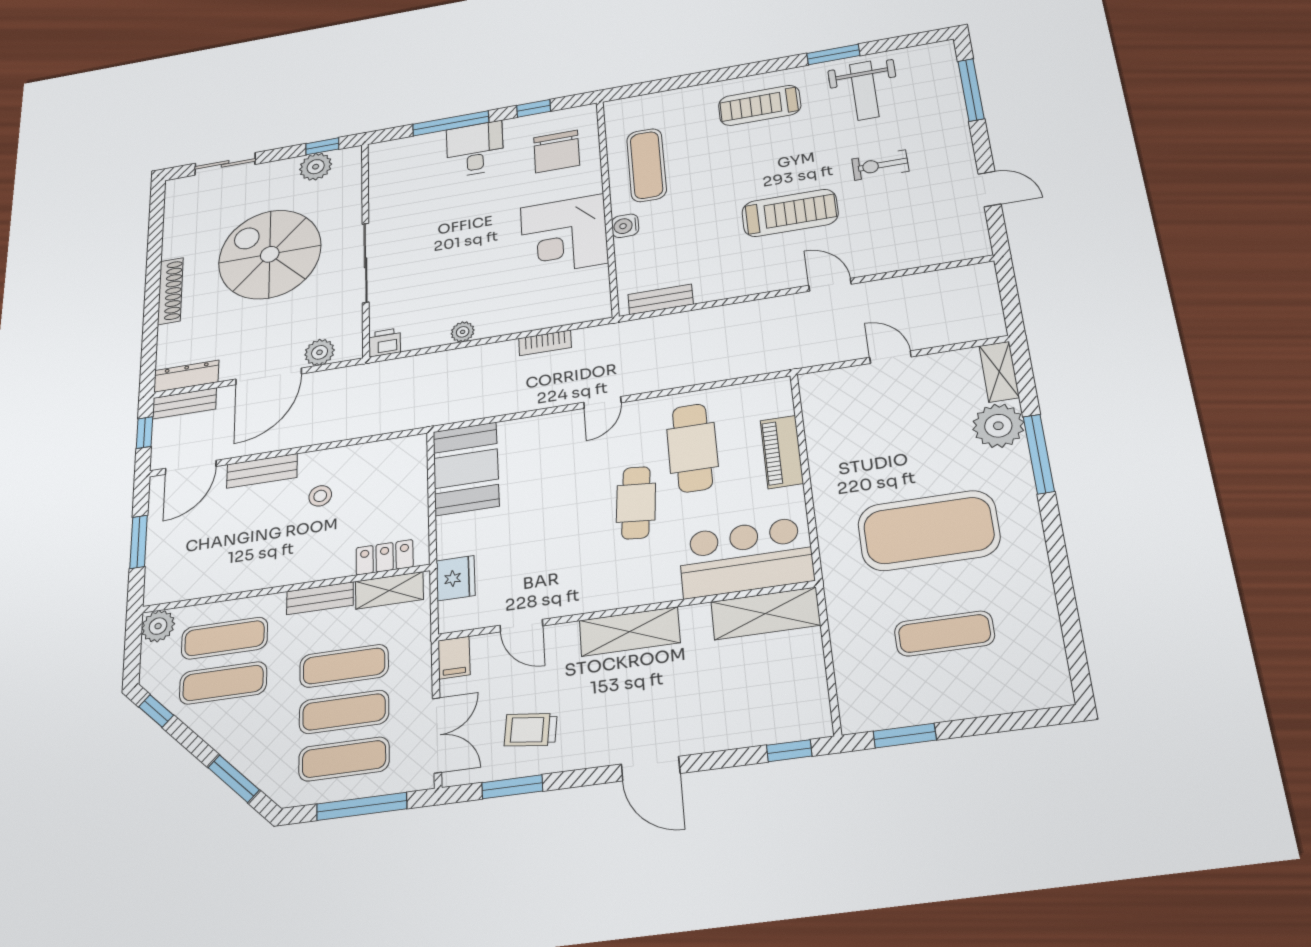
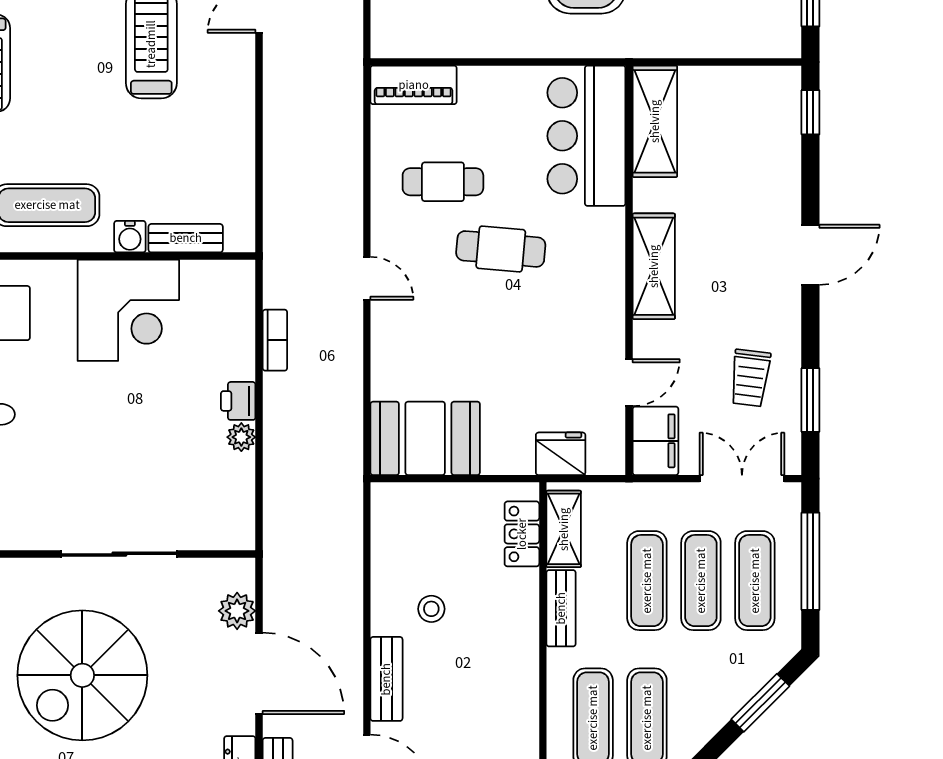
bench: (661, 299) -> (186, 238), moved, turned 90
printer: (385, 343) -> (238, 401), moved
cafe table: (692, 448) -> (443, 182), width x0.73, depth x0.74
piano: (782, 452) -> (414, 85), moved
filing cabinet: (454, 658) -> (655, 441), width x2.00

